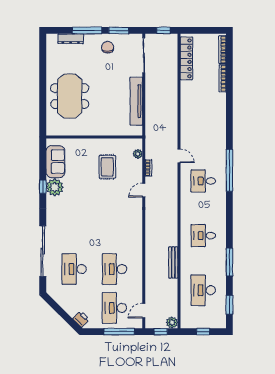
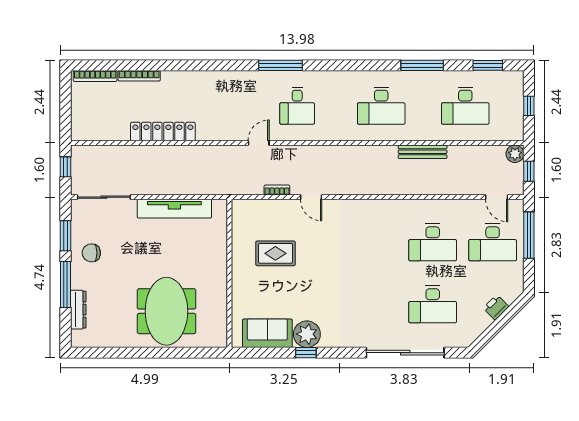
locker: (186, 58) -> (163, 132), moved
meeting table: (70, 96) -> (166, 311), turned 90
plant: (138, 154) -> (256, 206), removed
window: (229, 170) -> (281, 65), width x0.68
desk: (203, 236) -> (381, 106), width x1.37
printer: (81, 319) -> (496, 307), moved

